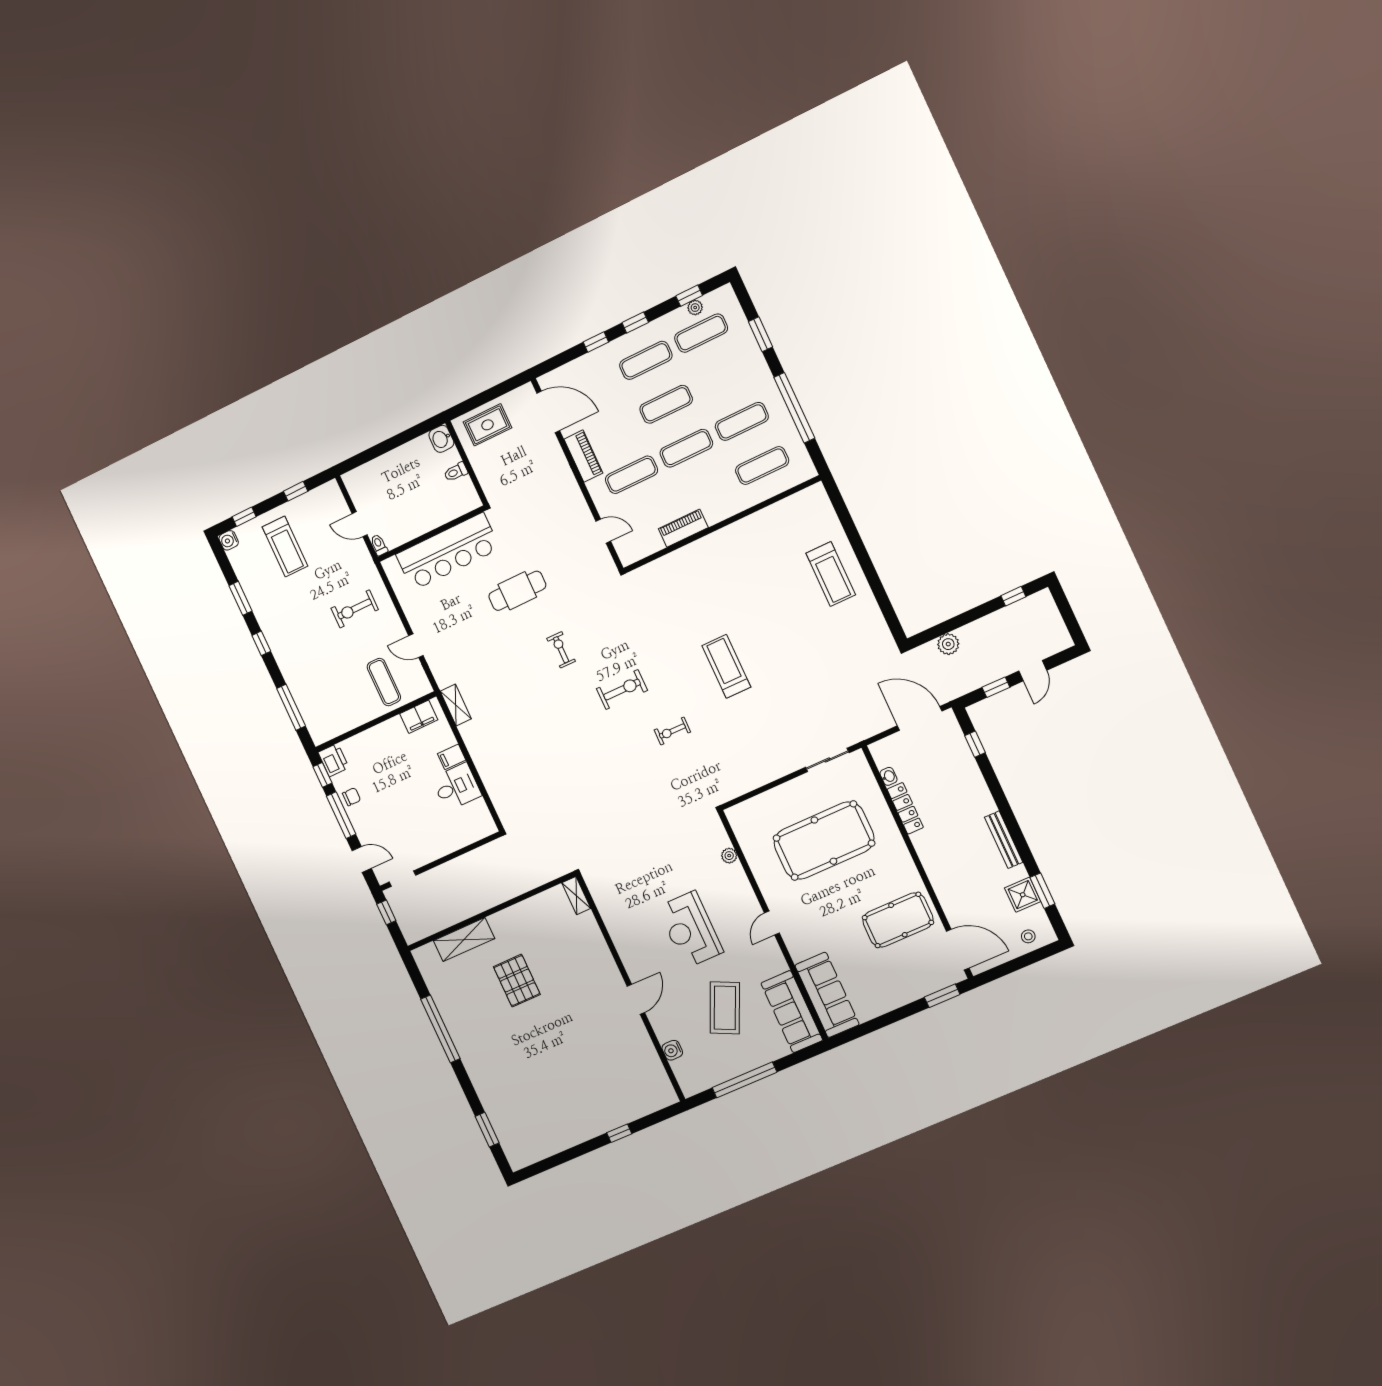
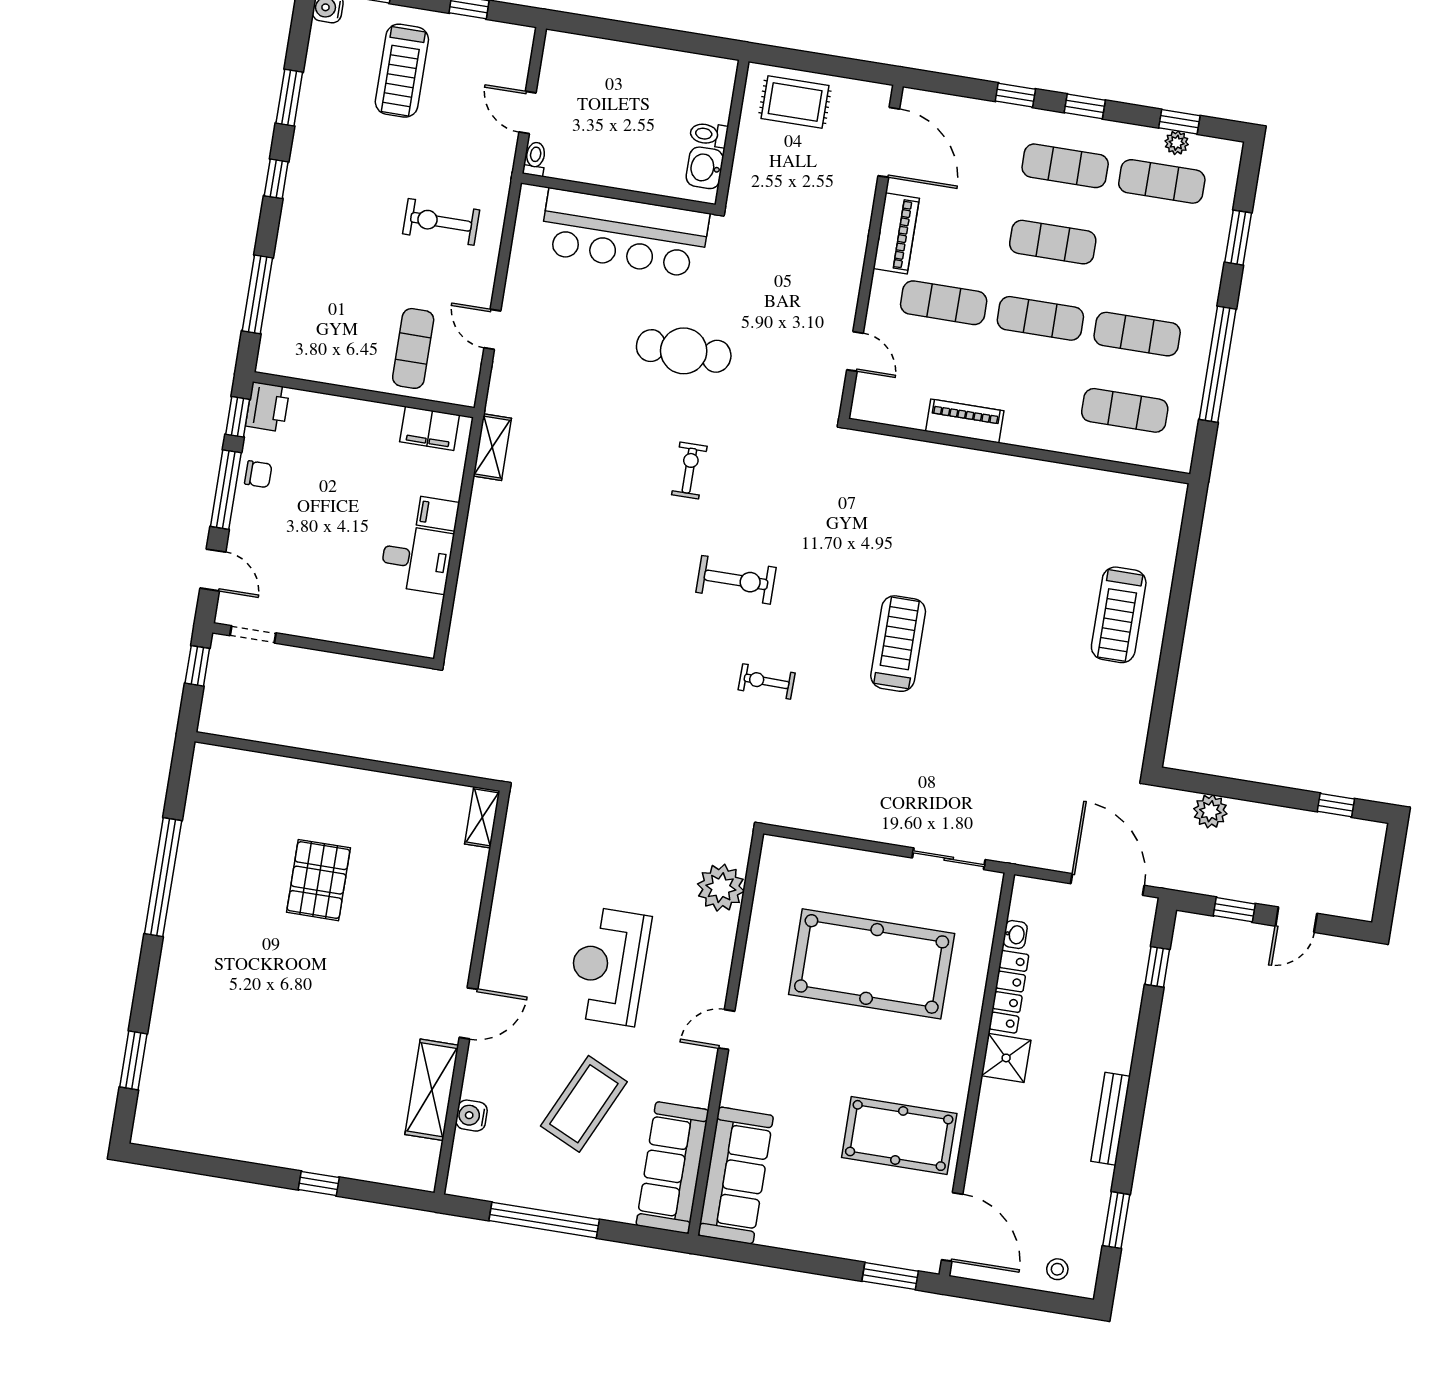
washbasin: (441, 439) -> (705, 168), moved
plant: (729, 856) -> (721, 888), width x1.87, depth x1.87
shower: (1023, 895) -> (1006, 1058), moved
shelving: (464, 940) -> (432, 1090), moved, turned 90

